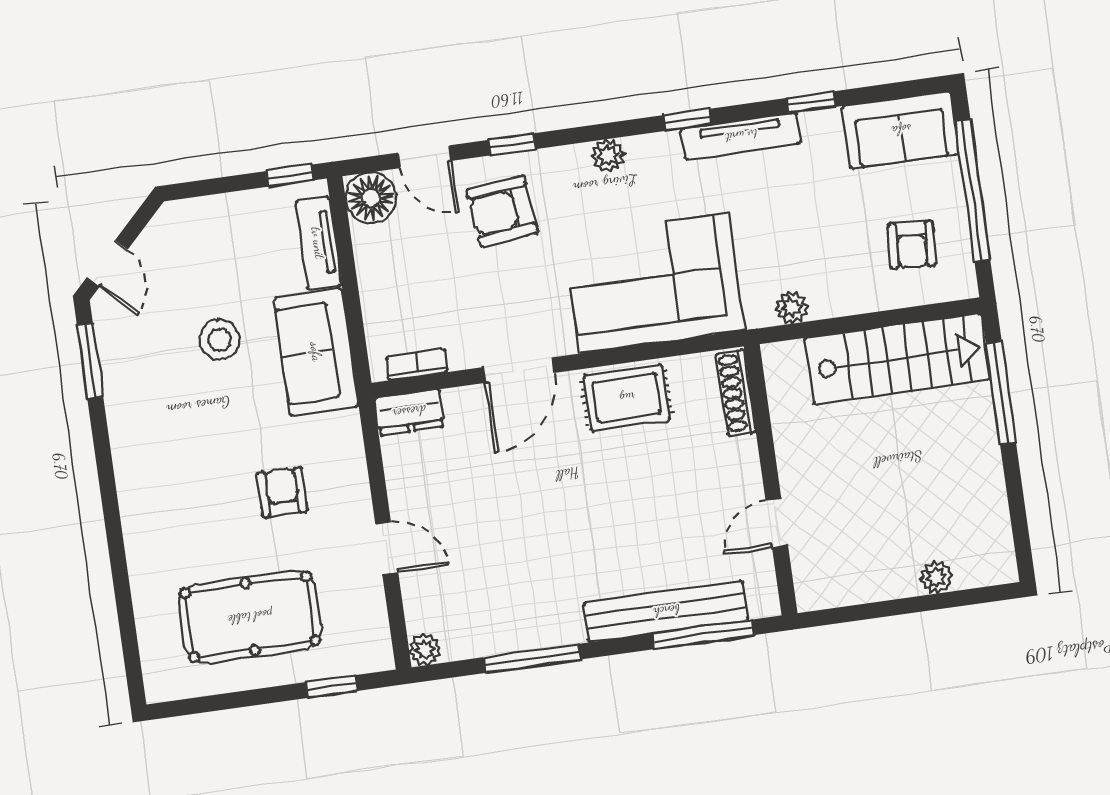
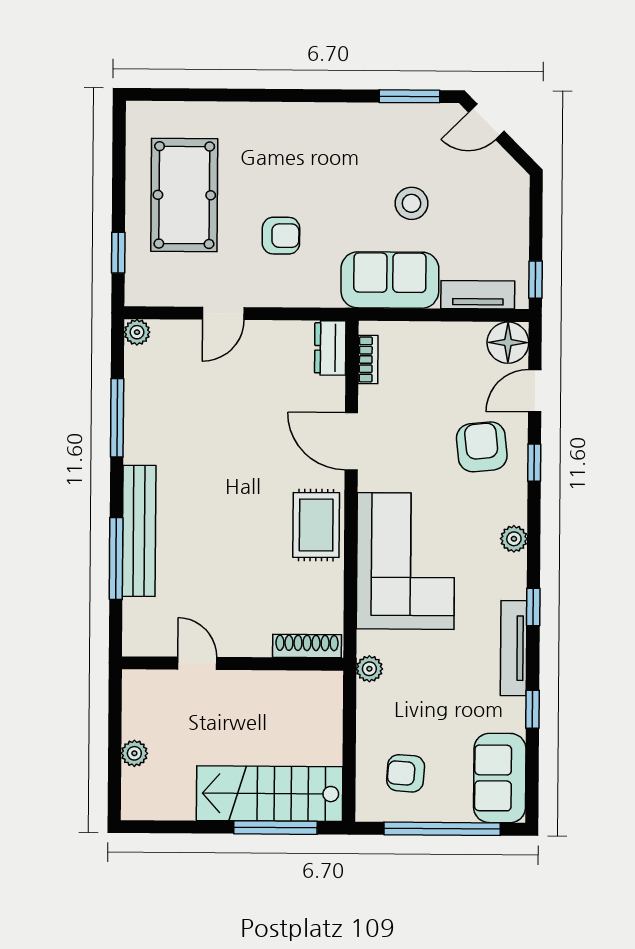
stairs: (898, 359) -> (270, 794), moved, turned 90
shoe rack: (736, 393) -> (307, 646), moved
wall: (771, 480) -> (233, 664), moved
door: (777, 523) -> (197, 663), moved

